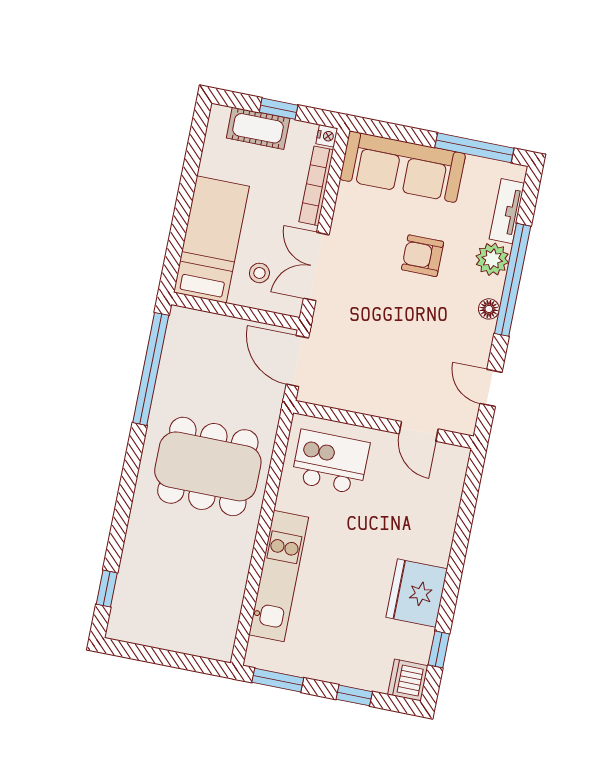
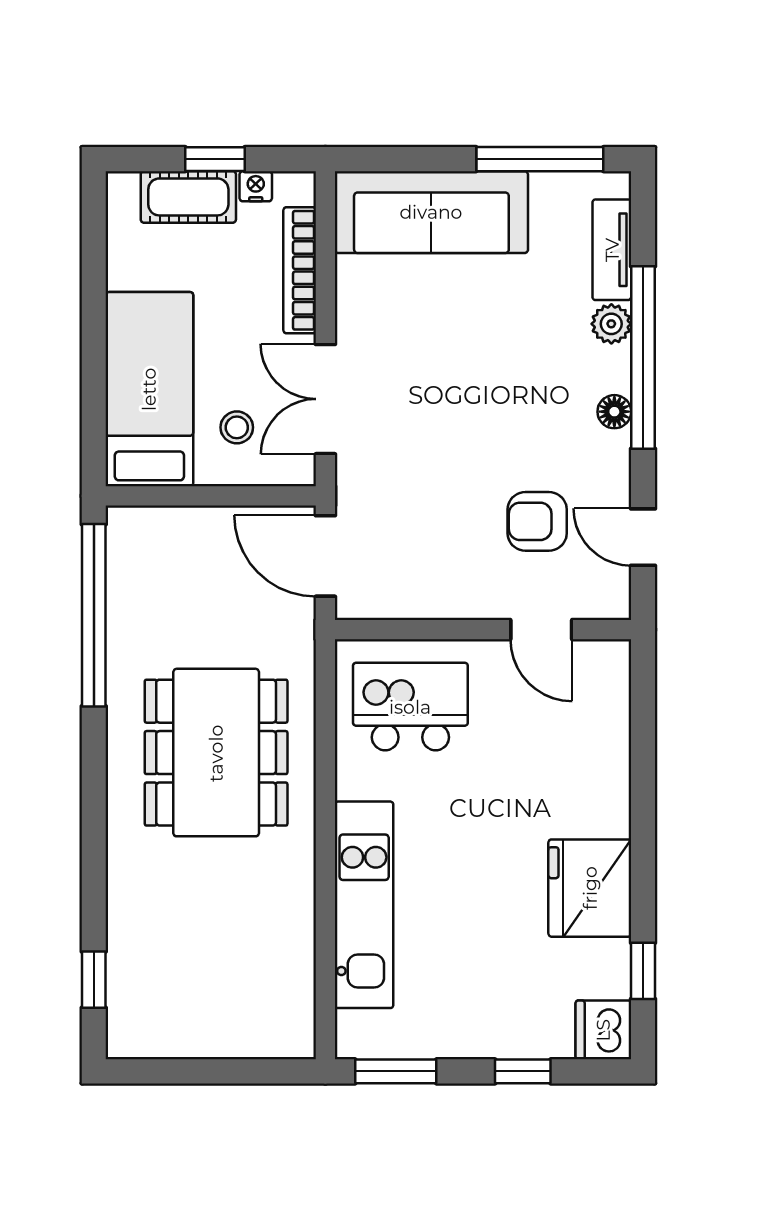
nightstand: (327, 136) -> (256, 186), moved, turned -90
armchair: (423, 256) -> (537, 521), moved
plant: (492, 259) -> (611, 324), width x0.73, depth x0.73
dining table: (208, 466) -> (216, 753), turned 90

